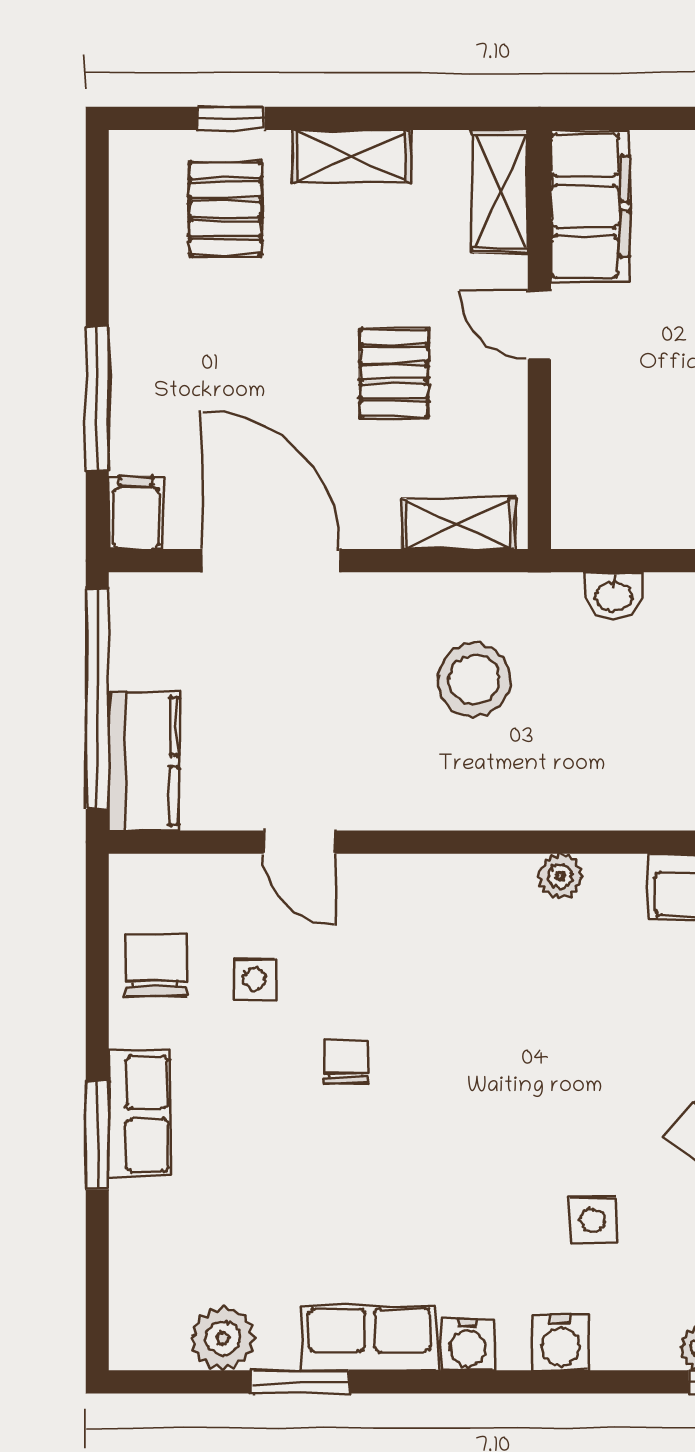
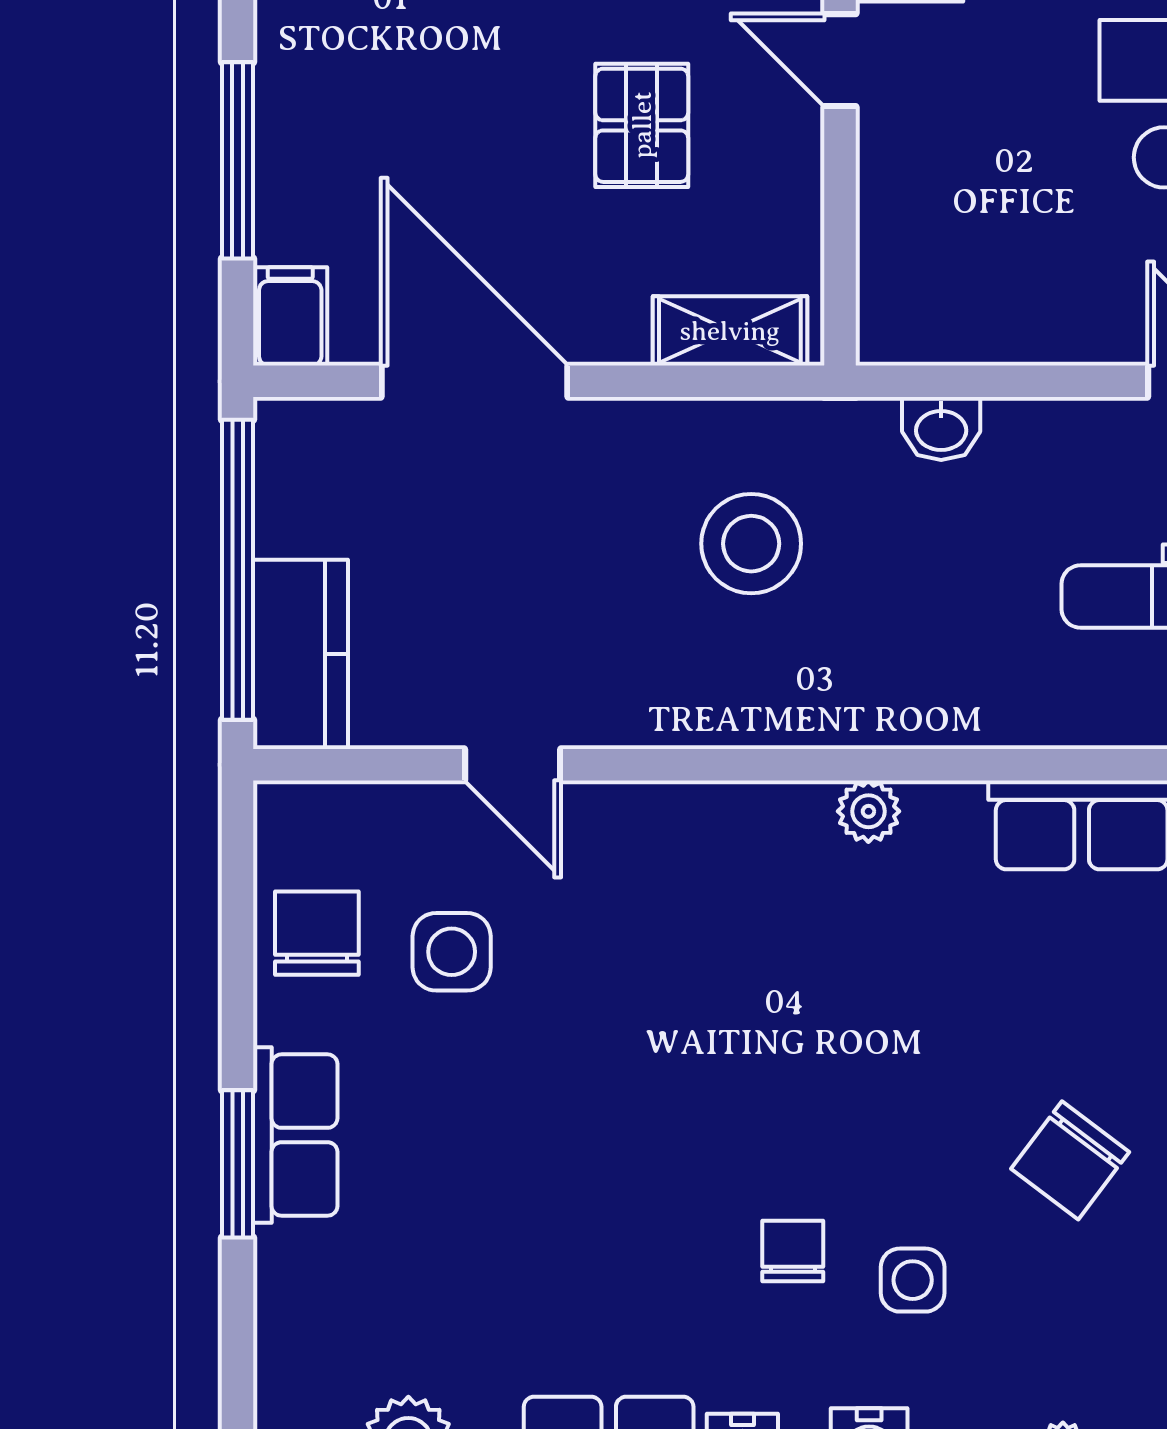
side table: (254, 979) -> (452, 952), width x1.37, depth x1.37
chair: (346, 1062) -> (793, 1251), moved

